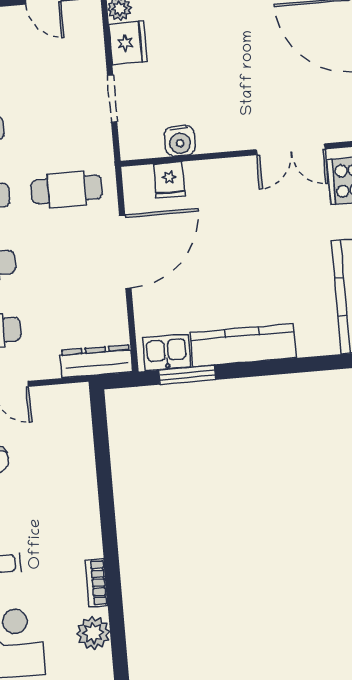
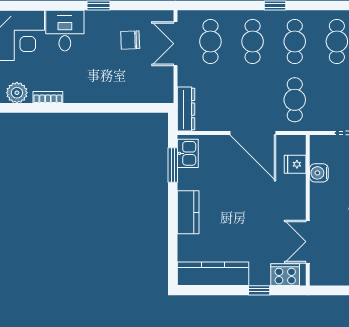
kitchen counter: (243, 345) -> (188, 212), width x0.67

